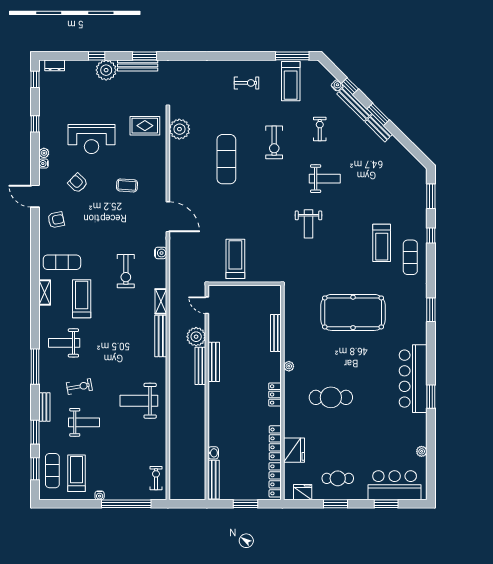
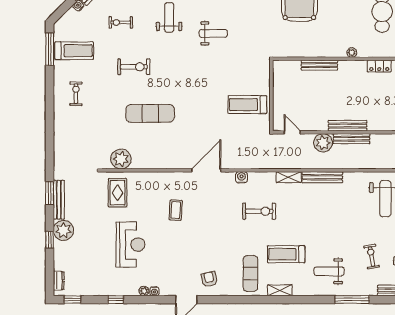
armchair: (78, 183) -> (173, 258), removed
door: (207, 305) -> (292, 132), swing flipped
weight bench: (64, 343) -> (329, 271), turned 90

